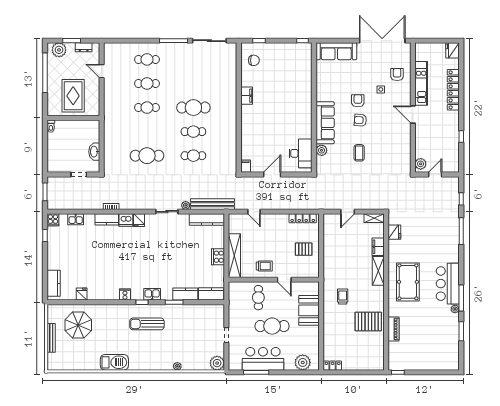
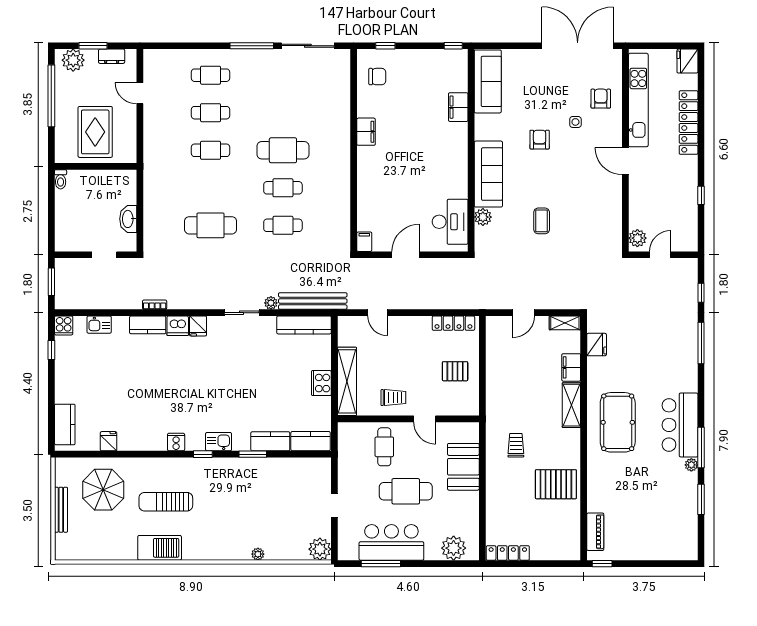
sofa: (336, 51) -> (488, 81), moved, turned -90
filing cabinet: (306, 80) -> (458, 107), added
kitchen unit: (421, 83) -> (638, 100), width x1.36
armchair: (360, 120) -> (544, 170), removed
sun lounger: (147, 324) -> (166, 502), moved
piano: (394, 329) -> (595, 532), moved
locker: (333, 366) -> (508, 553), width x1.53

